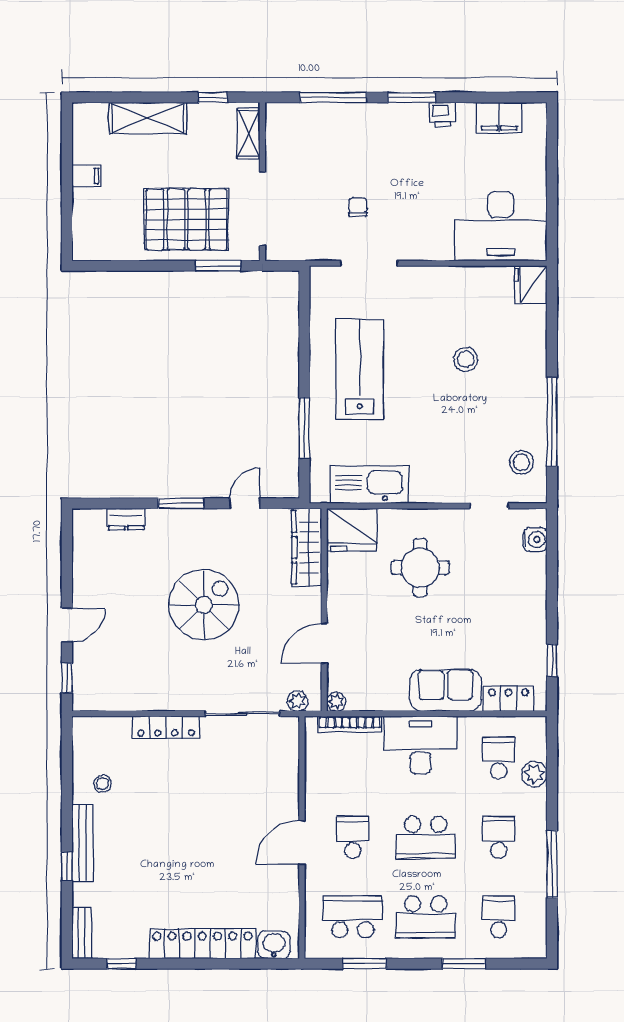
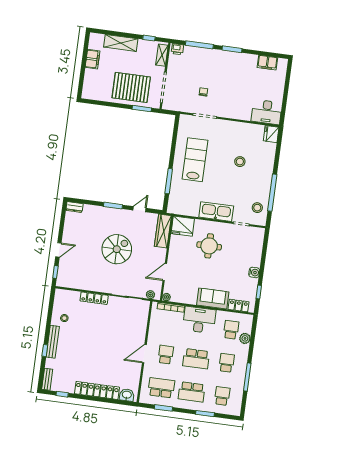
printer: (443, 115) -> (177, 49), moved
filing cabinet: (86, 176) -> (93, 59), width x2.00
desk: (501, 226) -> (267, 112), width x0.73, depth x0.77
kitchen sink: (369, 485) -> (216, 212), moved
dresser: (126, 519) -> (74, 207), moved
water cooler: (535, 540) -> (254, 272), moved

